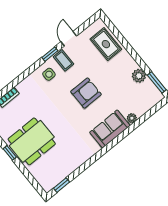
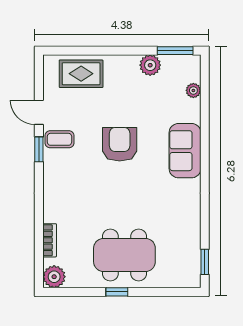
side table: (49, 74) -> (62, 170), removed
plant: (132, 118) -> (193, 90), moved
dining table: (32, 141) -> (124, 255), turned 90

